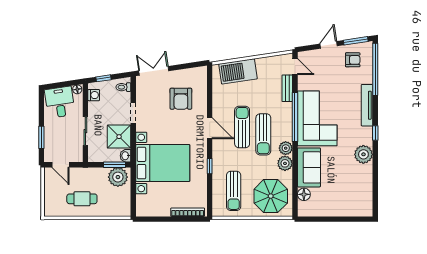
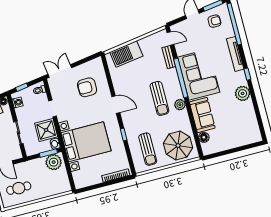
armchair: (181, 99) -> (87, 87), turned 90
sun lounger: (242, 127) -> (141, 97), removed
plant: (285, 163) -> (182, 117), removed
cafe table: (82, 199) -> (19, 188), moved

